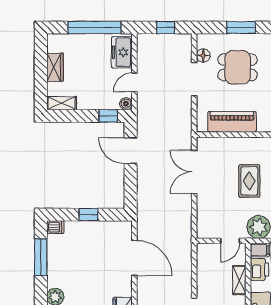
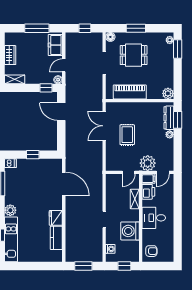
window: (94, 28) -> (37, 28), width x0.68
floor lamp: (203, 55) -> (110, 37), moved
rug: (249, 181) -> (127, 135), moved

